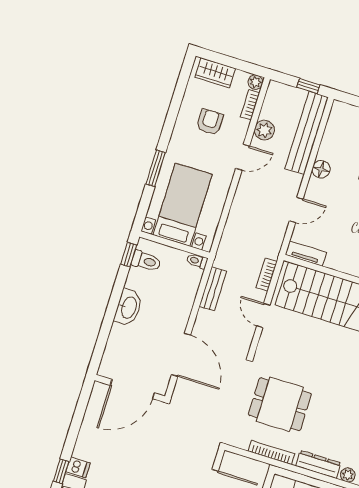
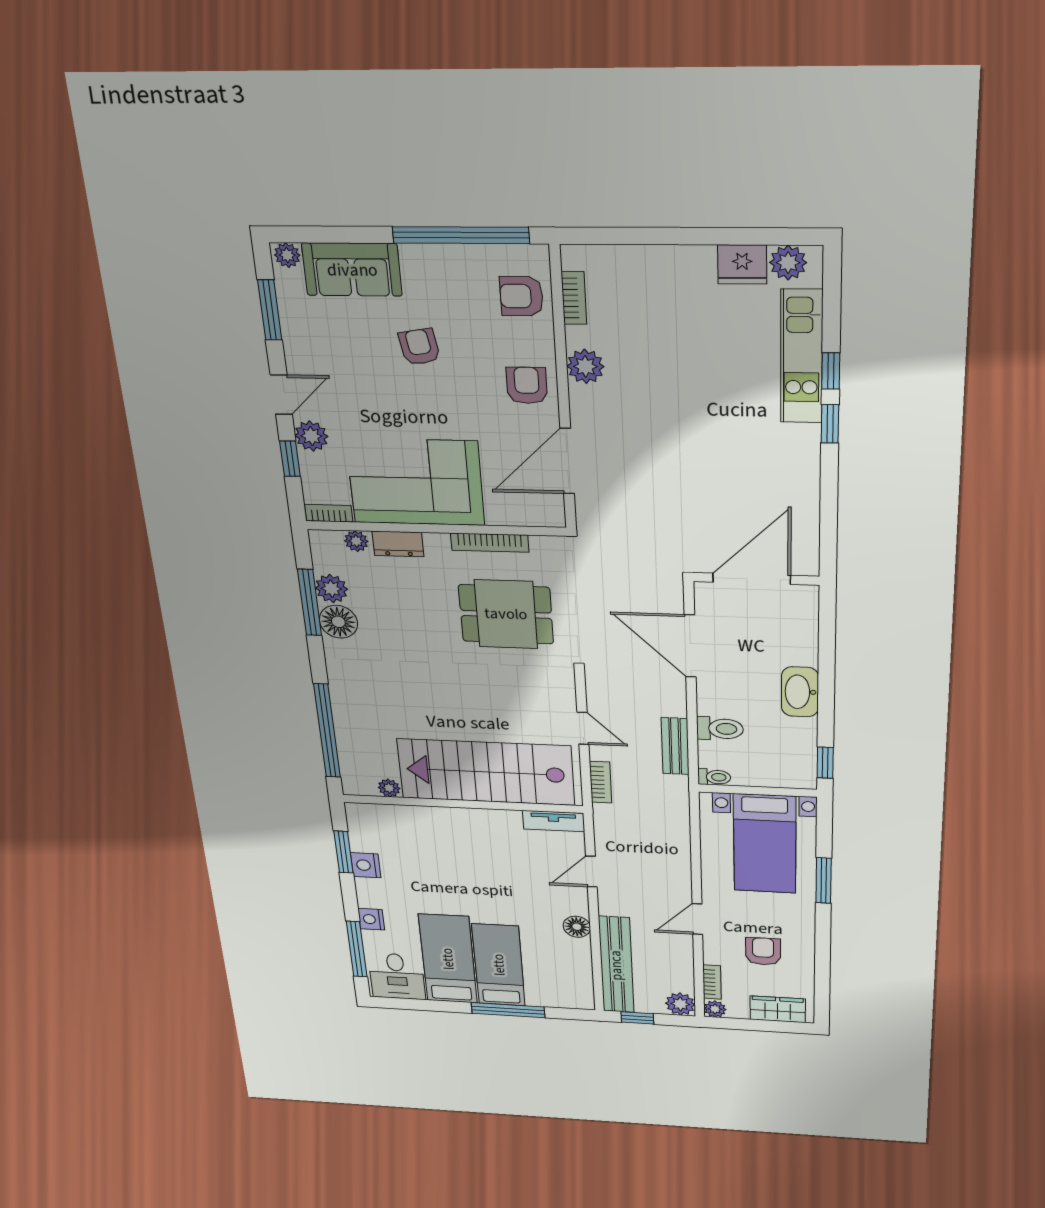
armchair: (210, 122) -> (763, 951), turned 180
plant: (264, 130) -> (680, 1004), moved
toilet: (146, 261) -> (720, 729), moved, turned 180
dresser: (318, 464) -> (398, 544), width x0.70
dishwasher: (78, 467) -> (802, 438), removed

